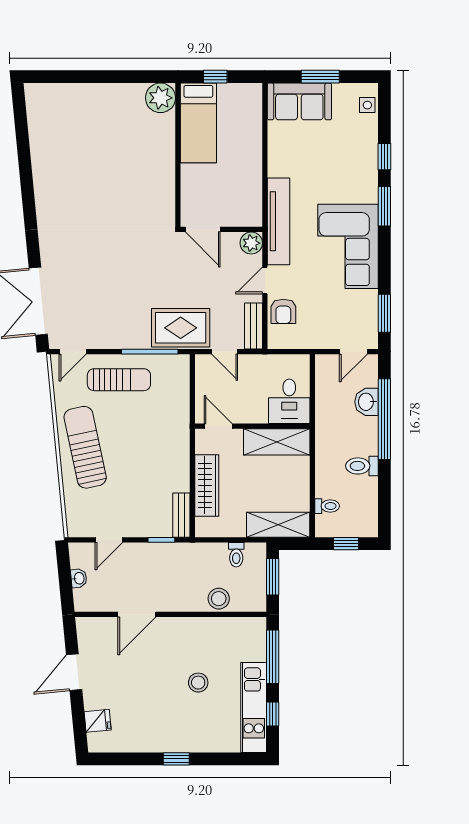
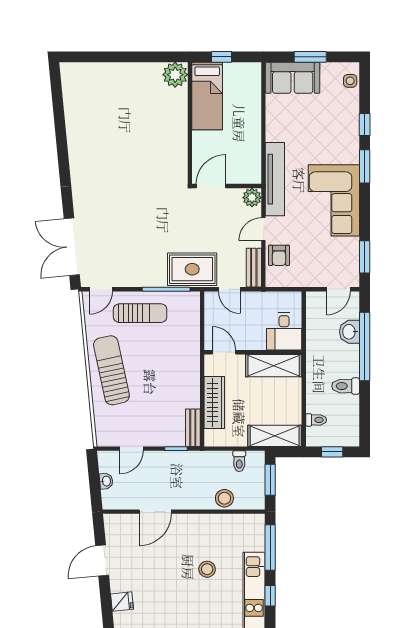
door: (203, 229) -> (211, 186), swing flipped

